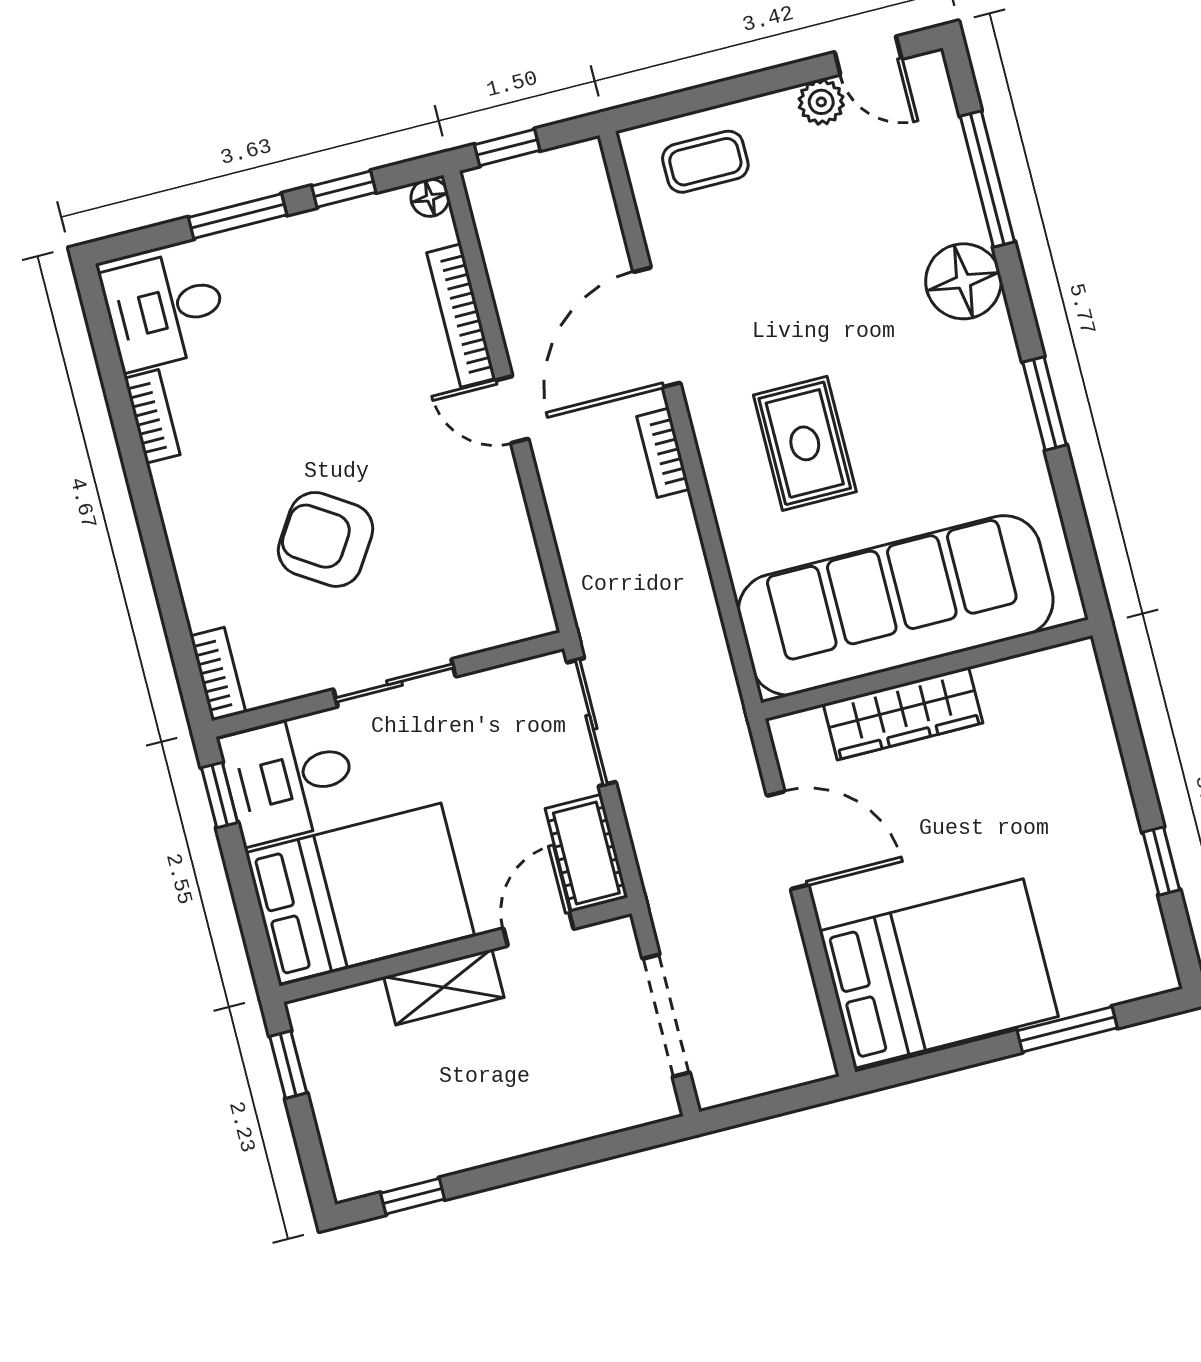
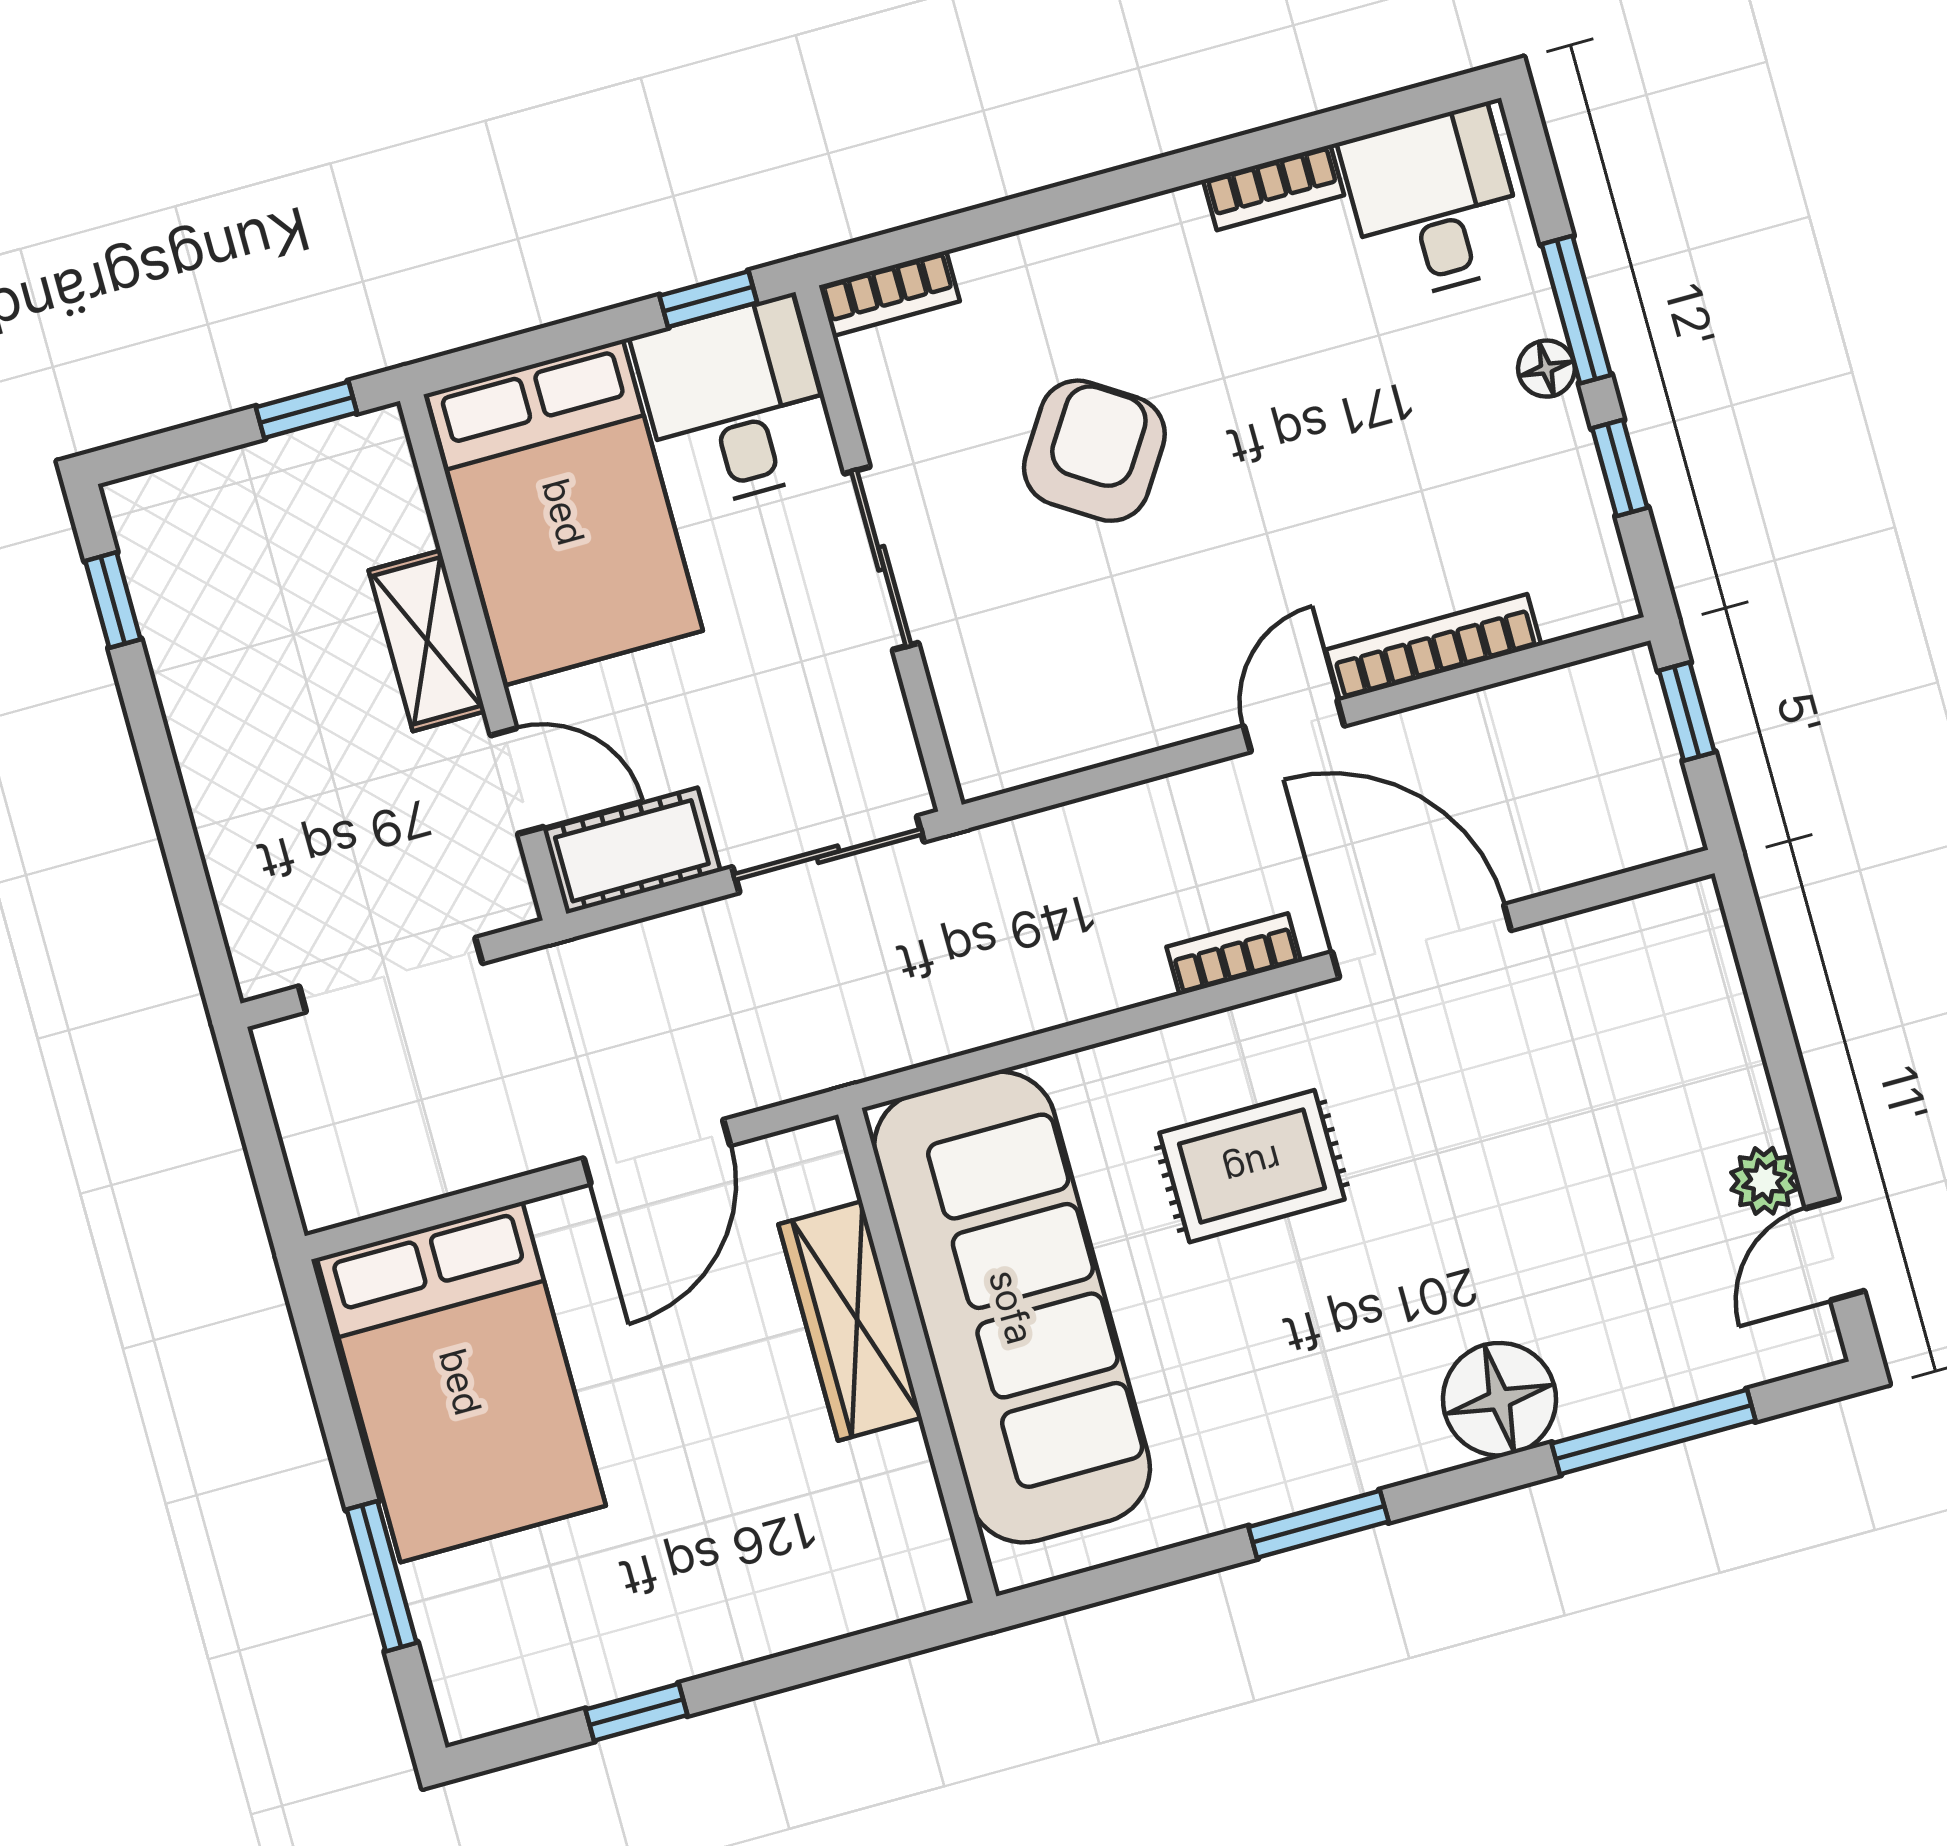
coffee table: (705, 162) -> (1671, 1009), removed
floor lamp: (430, 198) -> (1546, 369), moved

